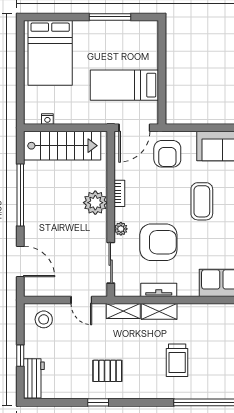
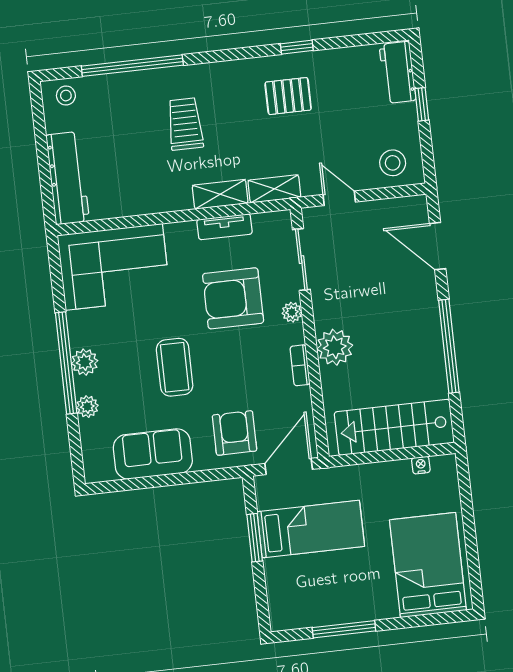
window: (162, 84) -> (255, 538), added

